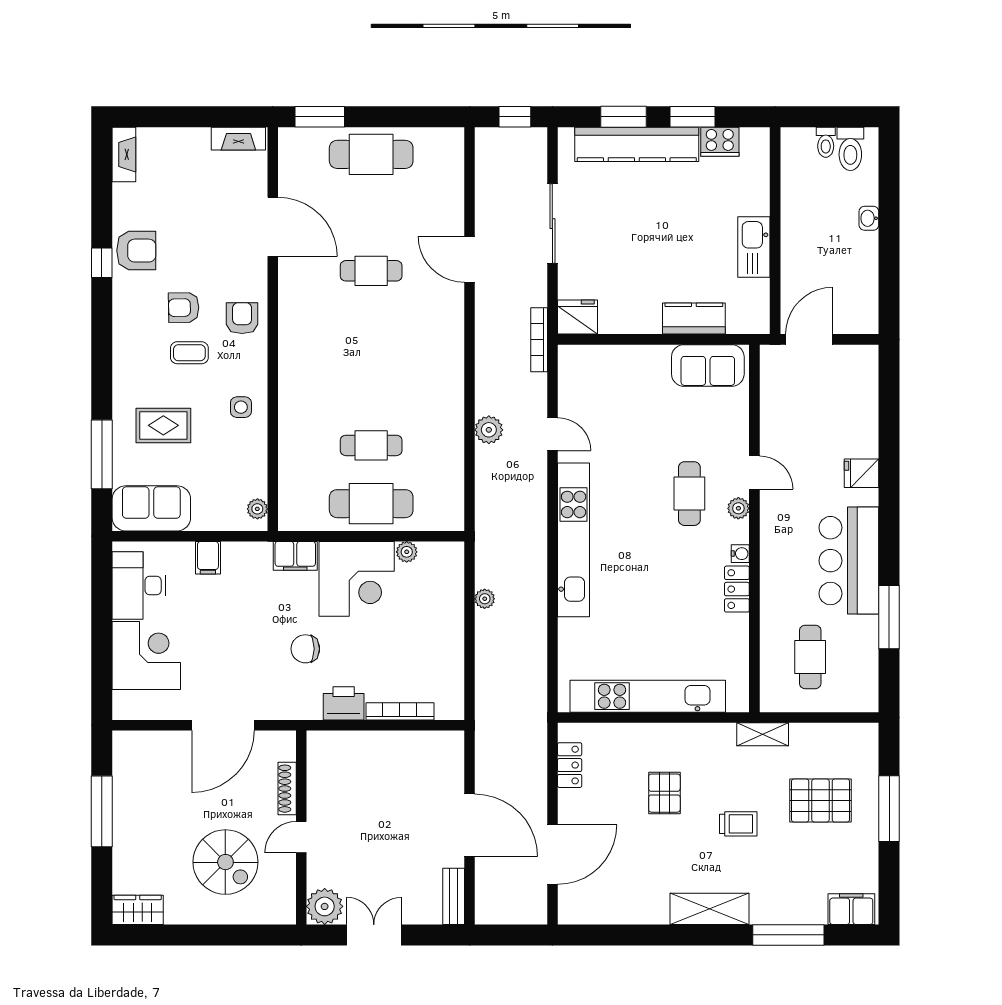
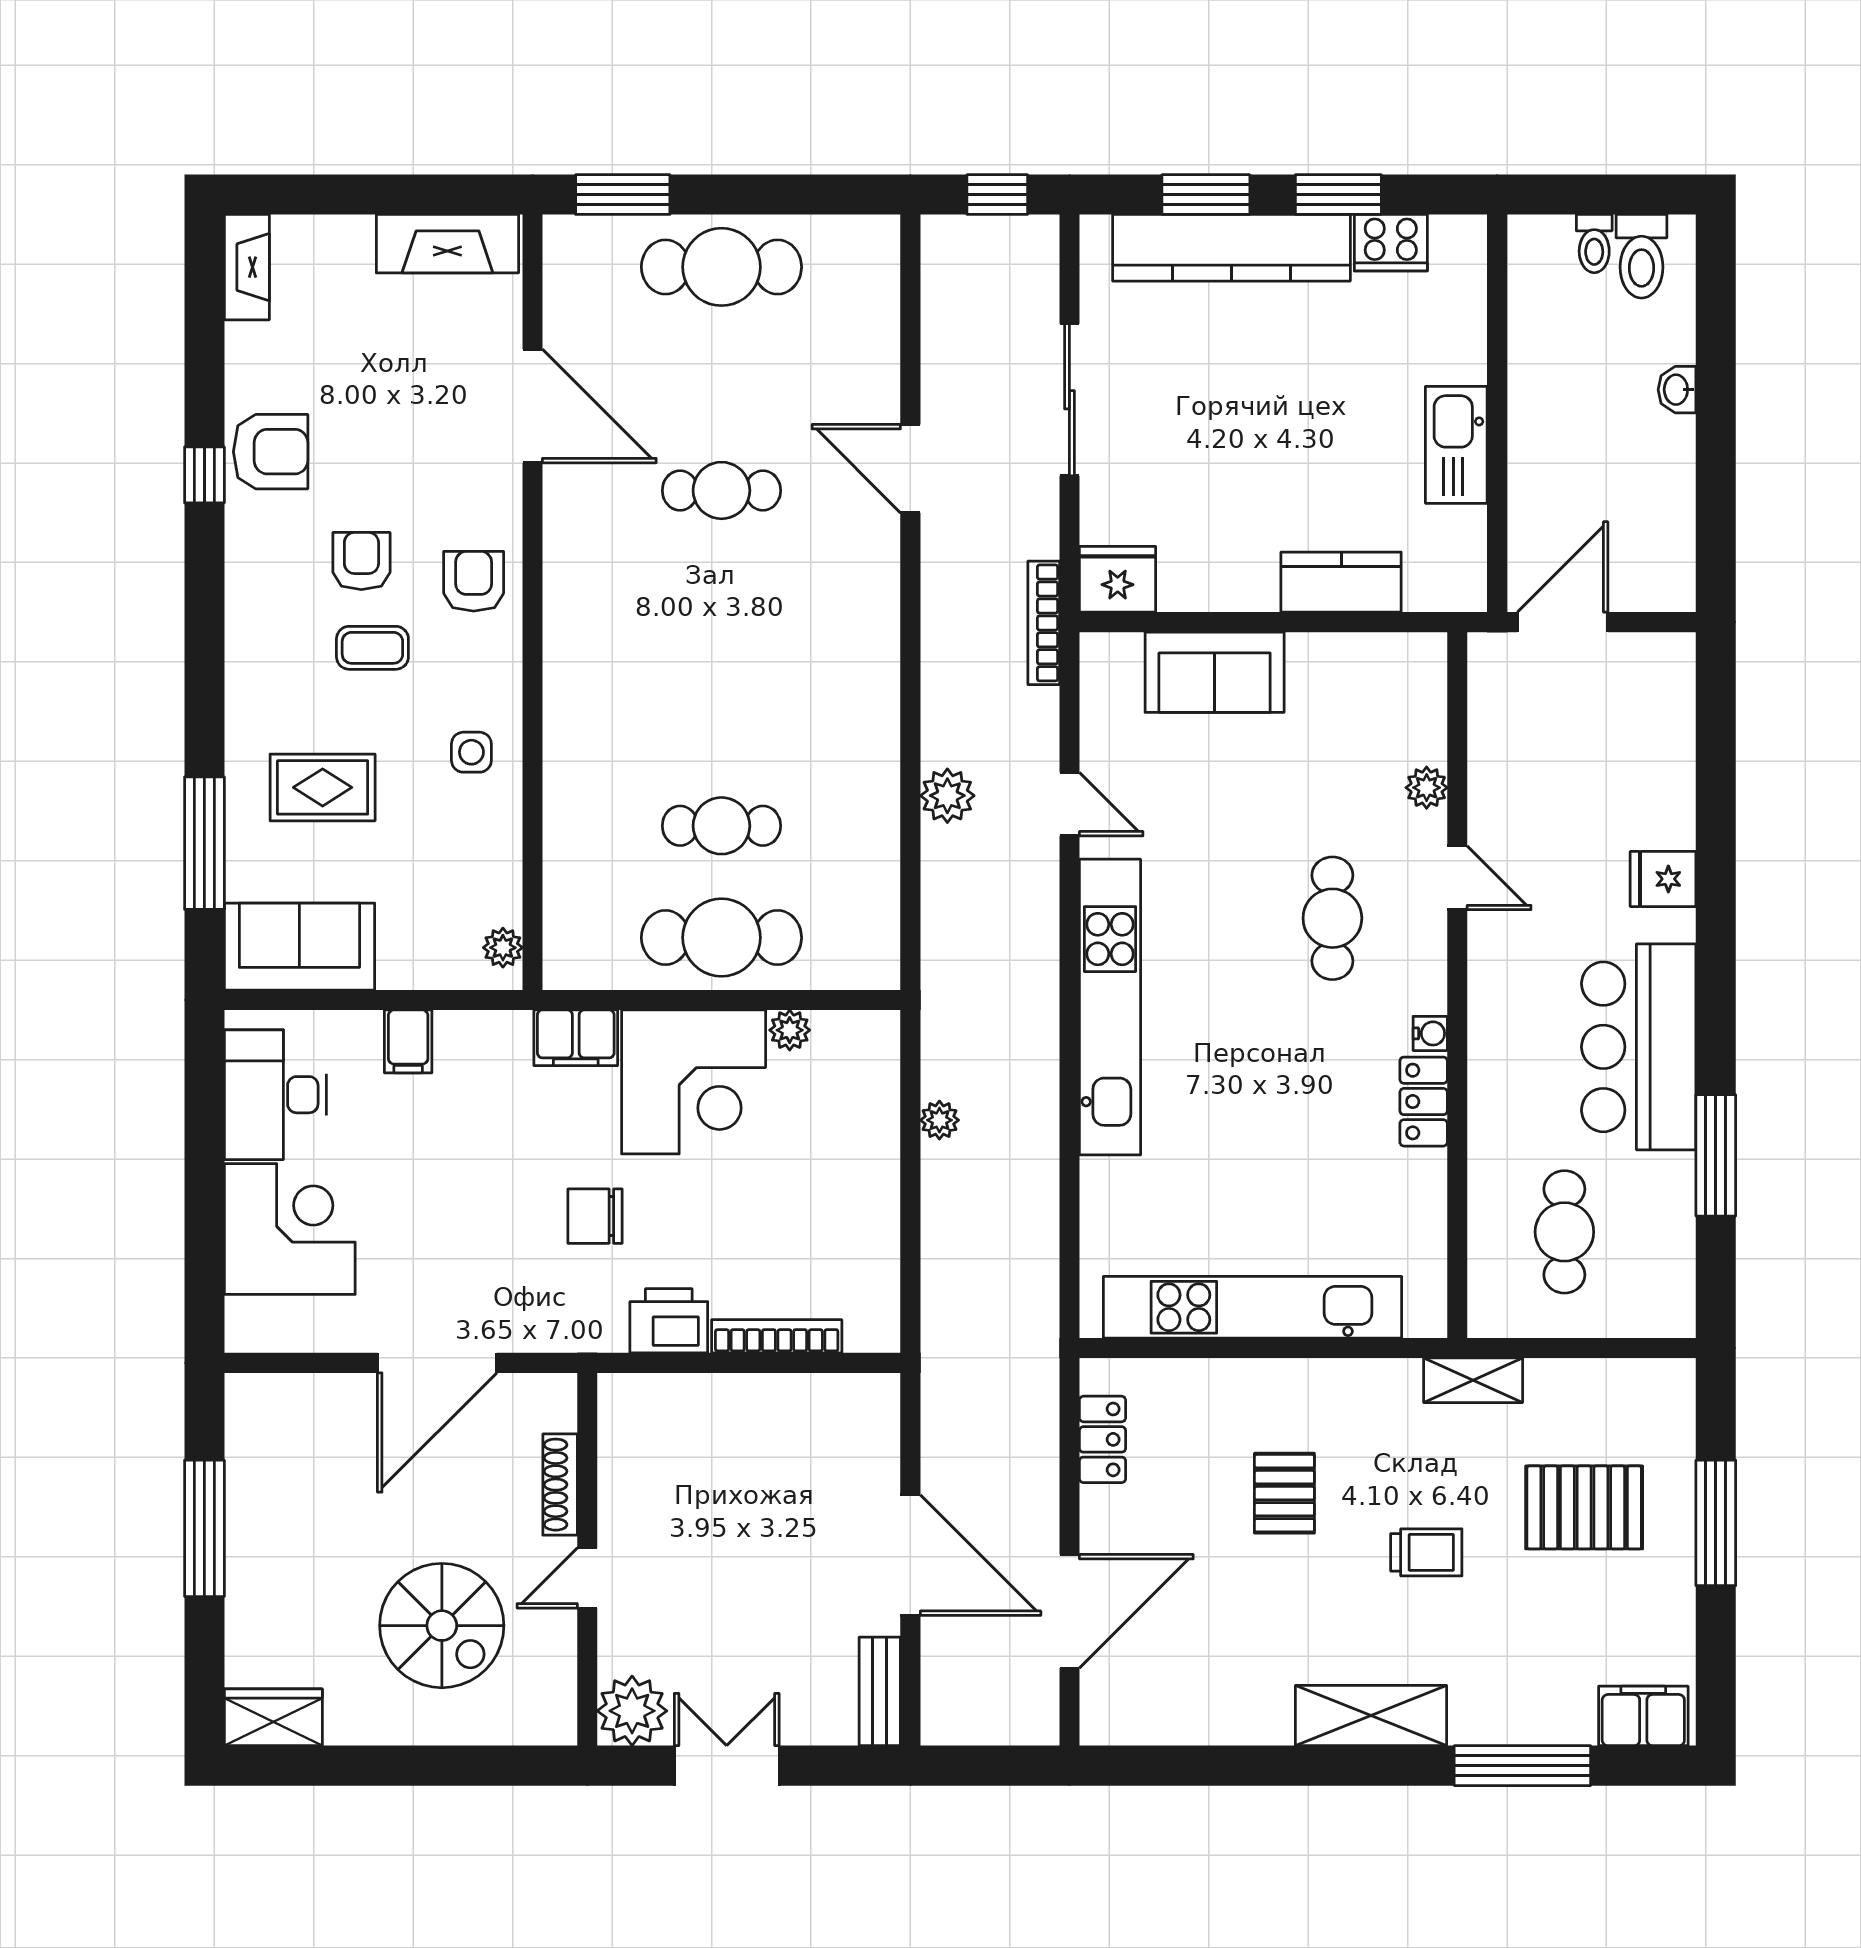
fireplace: (238, 139) -> (447, 244), width x1.37, depth x1.32
armchair: (184, 308) -> (361, 561), turned 91
sofa: (708, 365) -> (1215, 672), moved
plant: (738, 508) -> (1427, 788), moved

